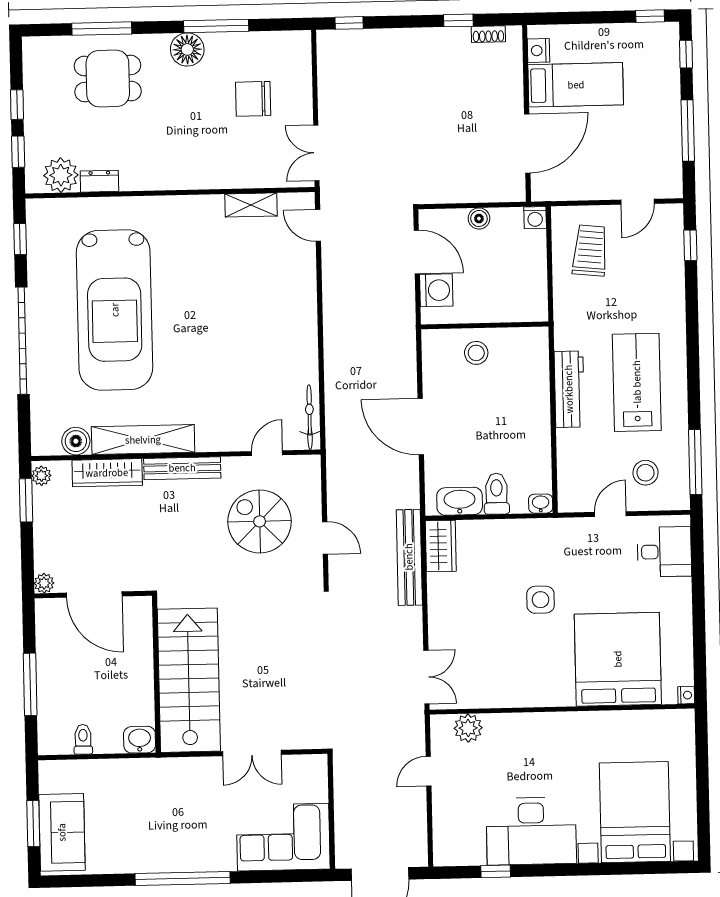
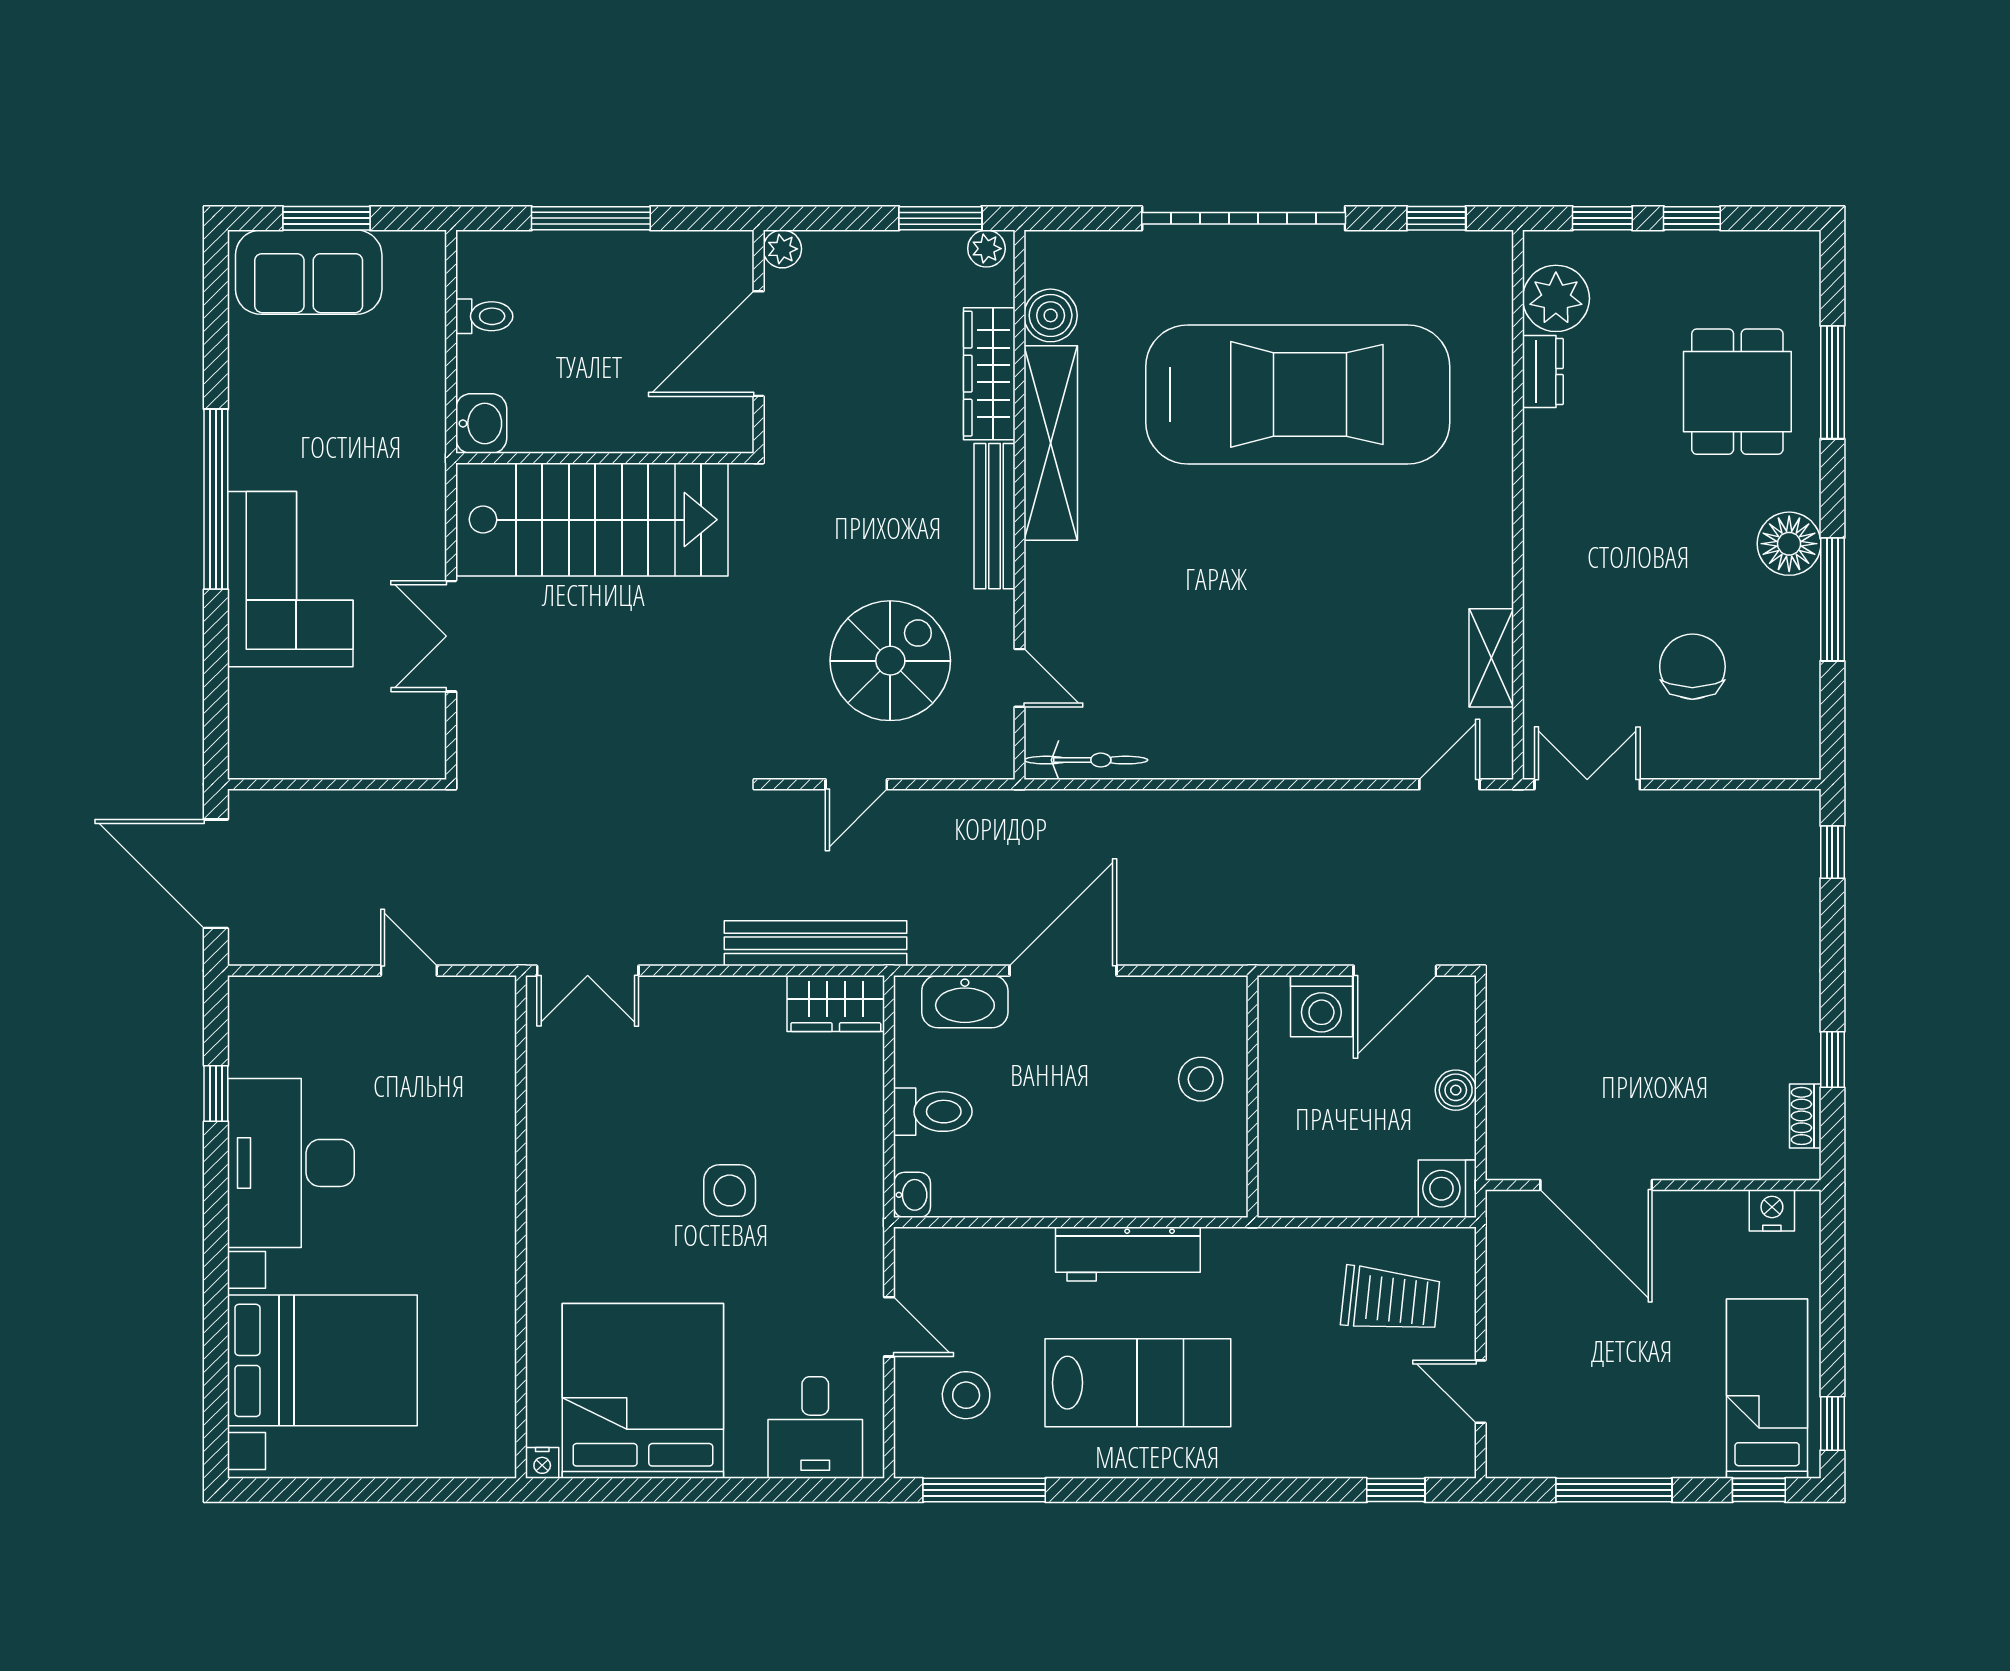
bed: (576, 85) -> (1767, 1389), moved, turned 180
washing machine: (535, 218) -> (1447, 1189), width x1.38, depth x1.38
car: (115, 310) -> (1298, 394), turned 180
washbasin: (460, 501) -> (965, 1002), moved, turned 90
bed: (618, 659) -> (643, 1391), moved, turned -90
plant: (468, 728) -> (489, 1048), removed
corner sofa: (283, 837) -> (290, 579), moved

